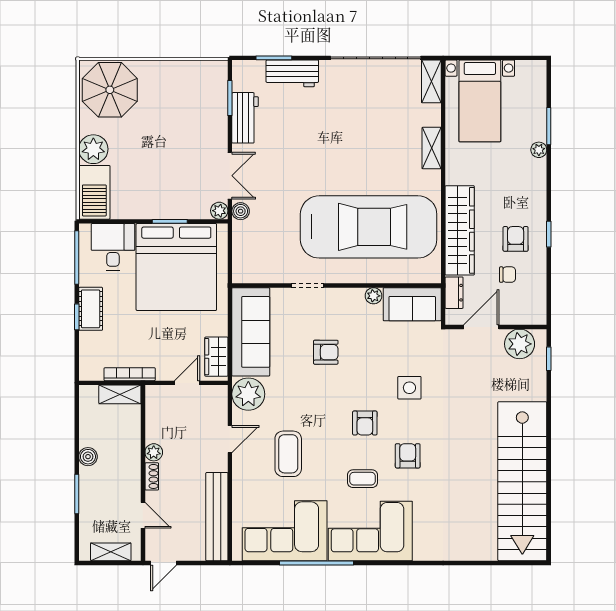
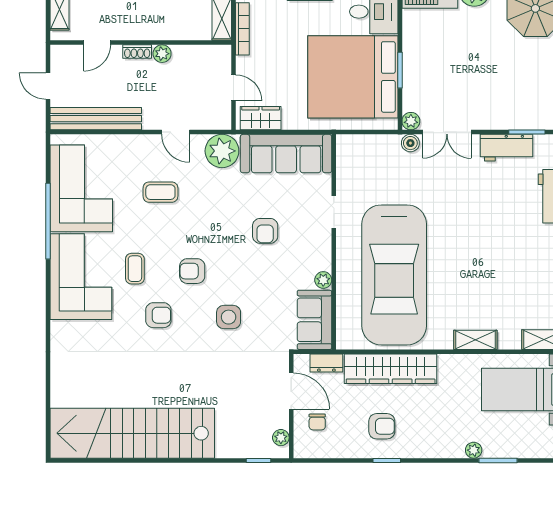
chair: (508, 275) -> (317, 422), moved
plant: (520, 344) -> (281, 438), width x0.53, depth x0.53
coffee table: (288, 454) -> (160, 192), width x0.73, depth x0.77
door: (164, 563) -> (48, 86), moved

